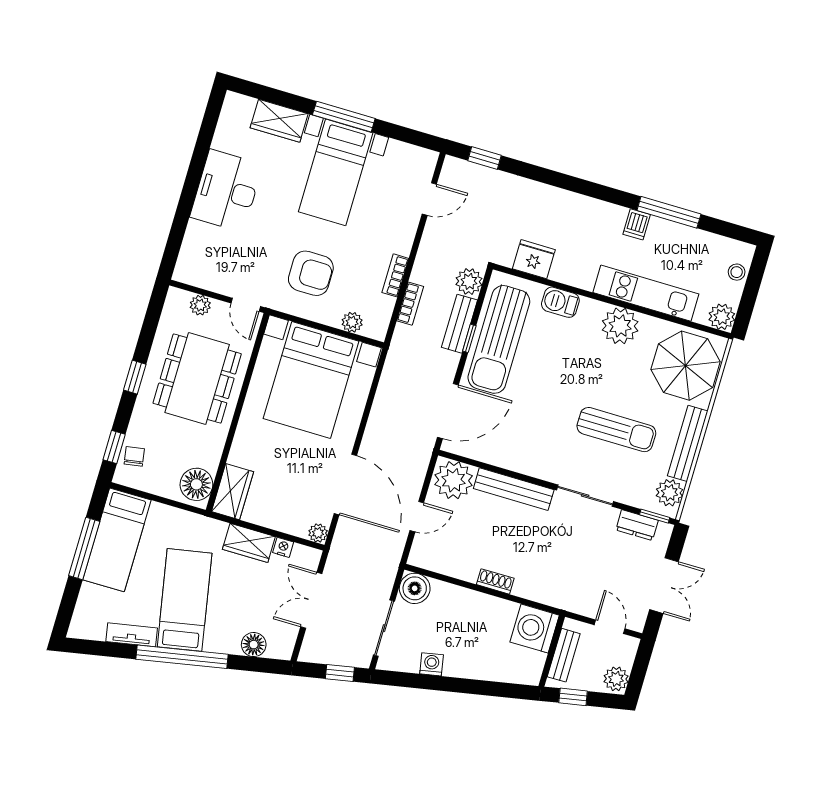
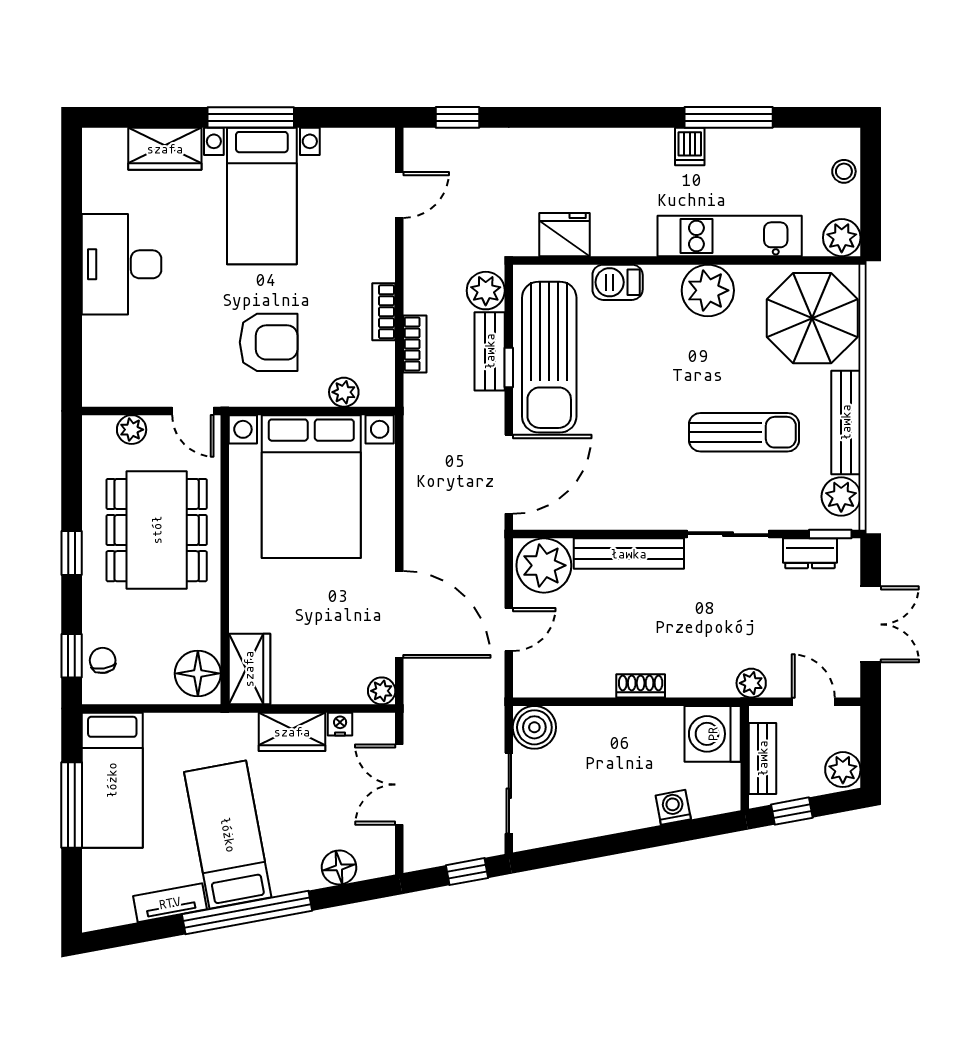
plant: (571, 602) -> (751, 683), added
washing machine: (432, 664) -> (673, 807), moved

